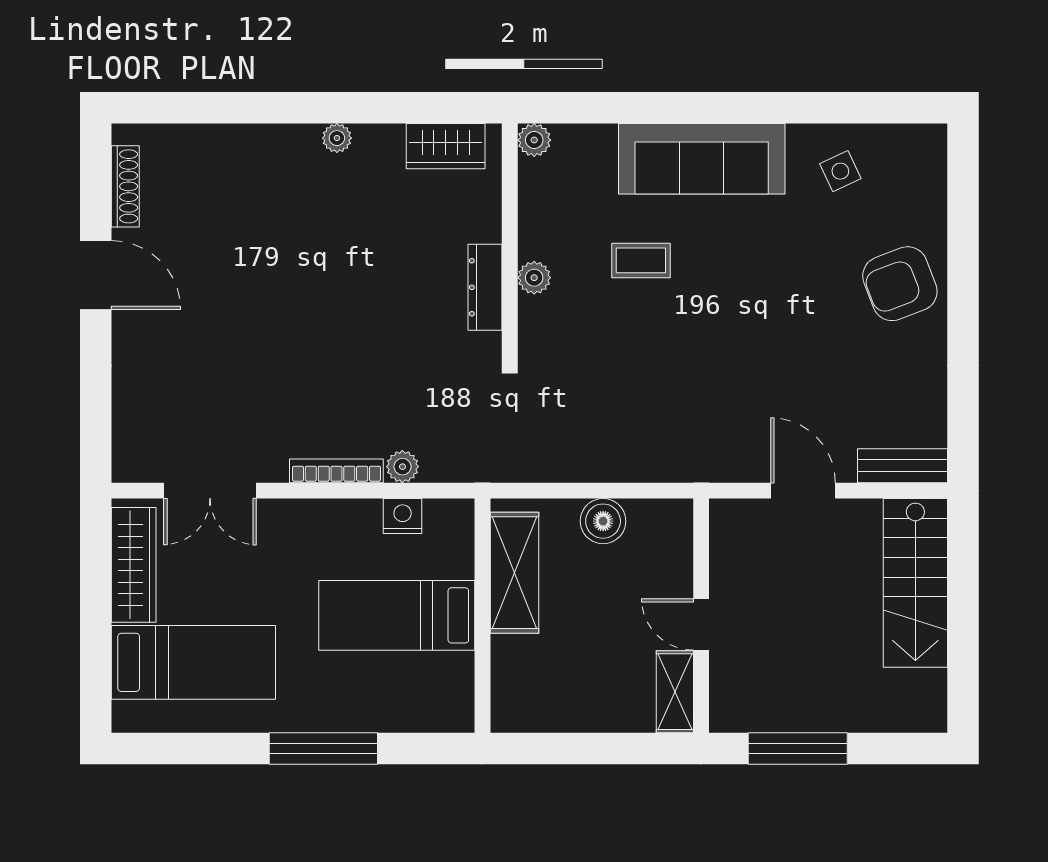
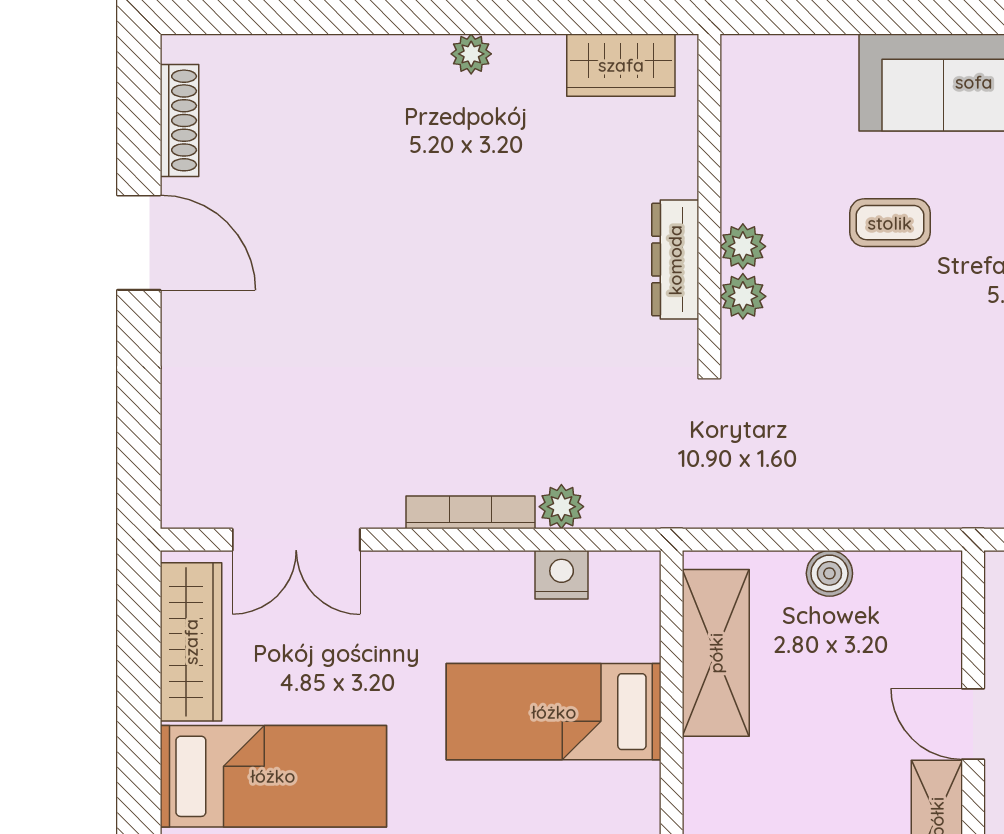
plant: (534, 140) -> (743, 296), moved
boiler: (603, 521) -> (829, 573), width x0.73, depth x0.73

